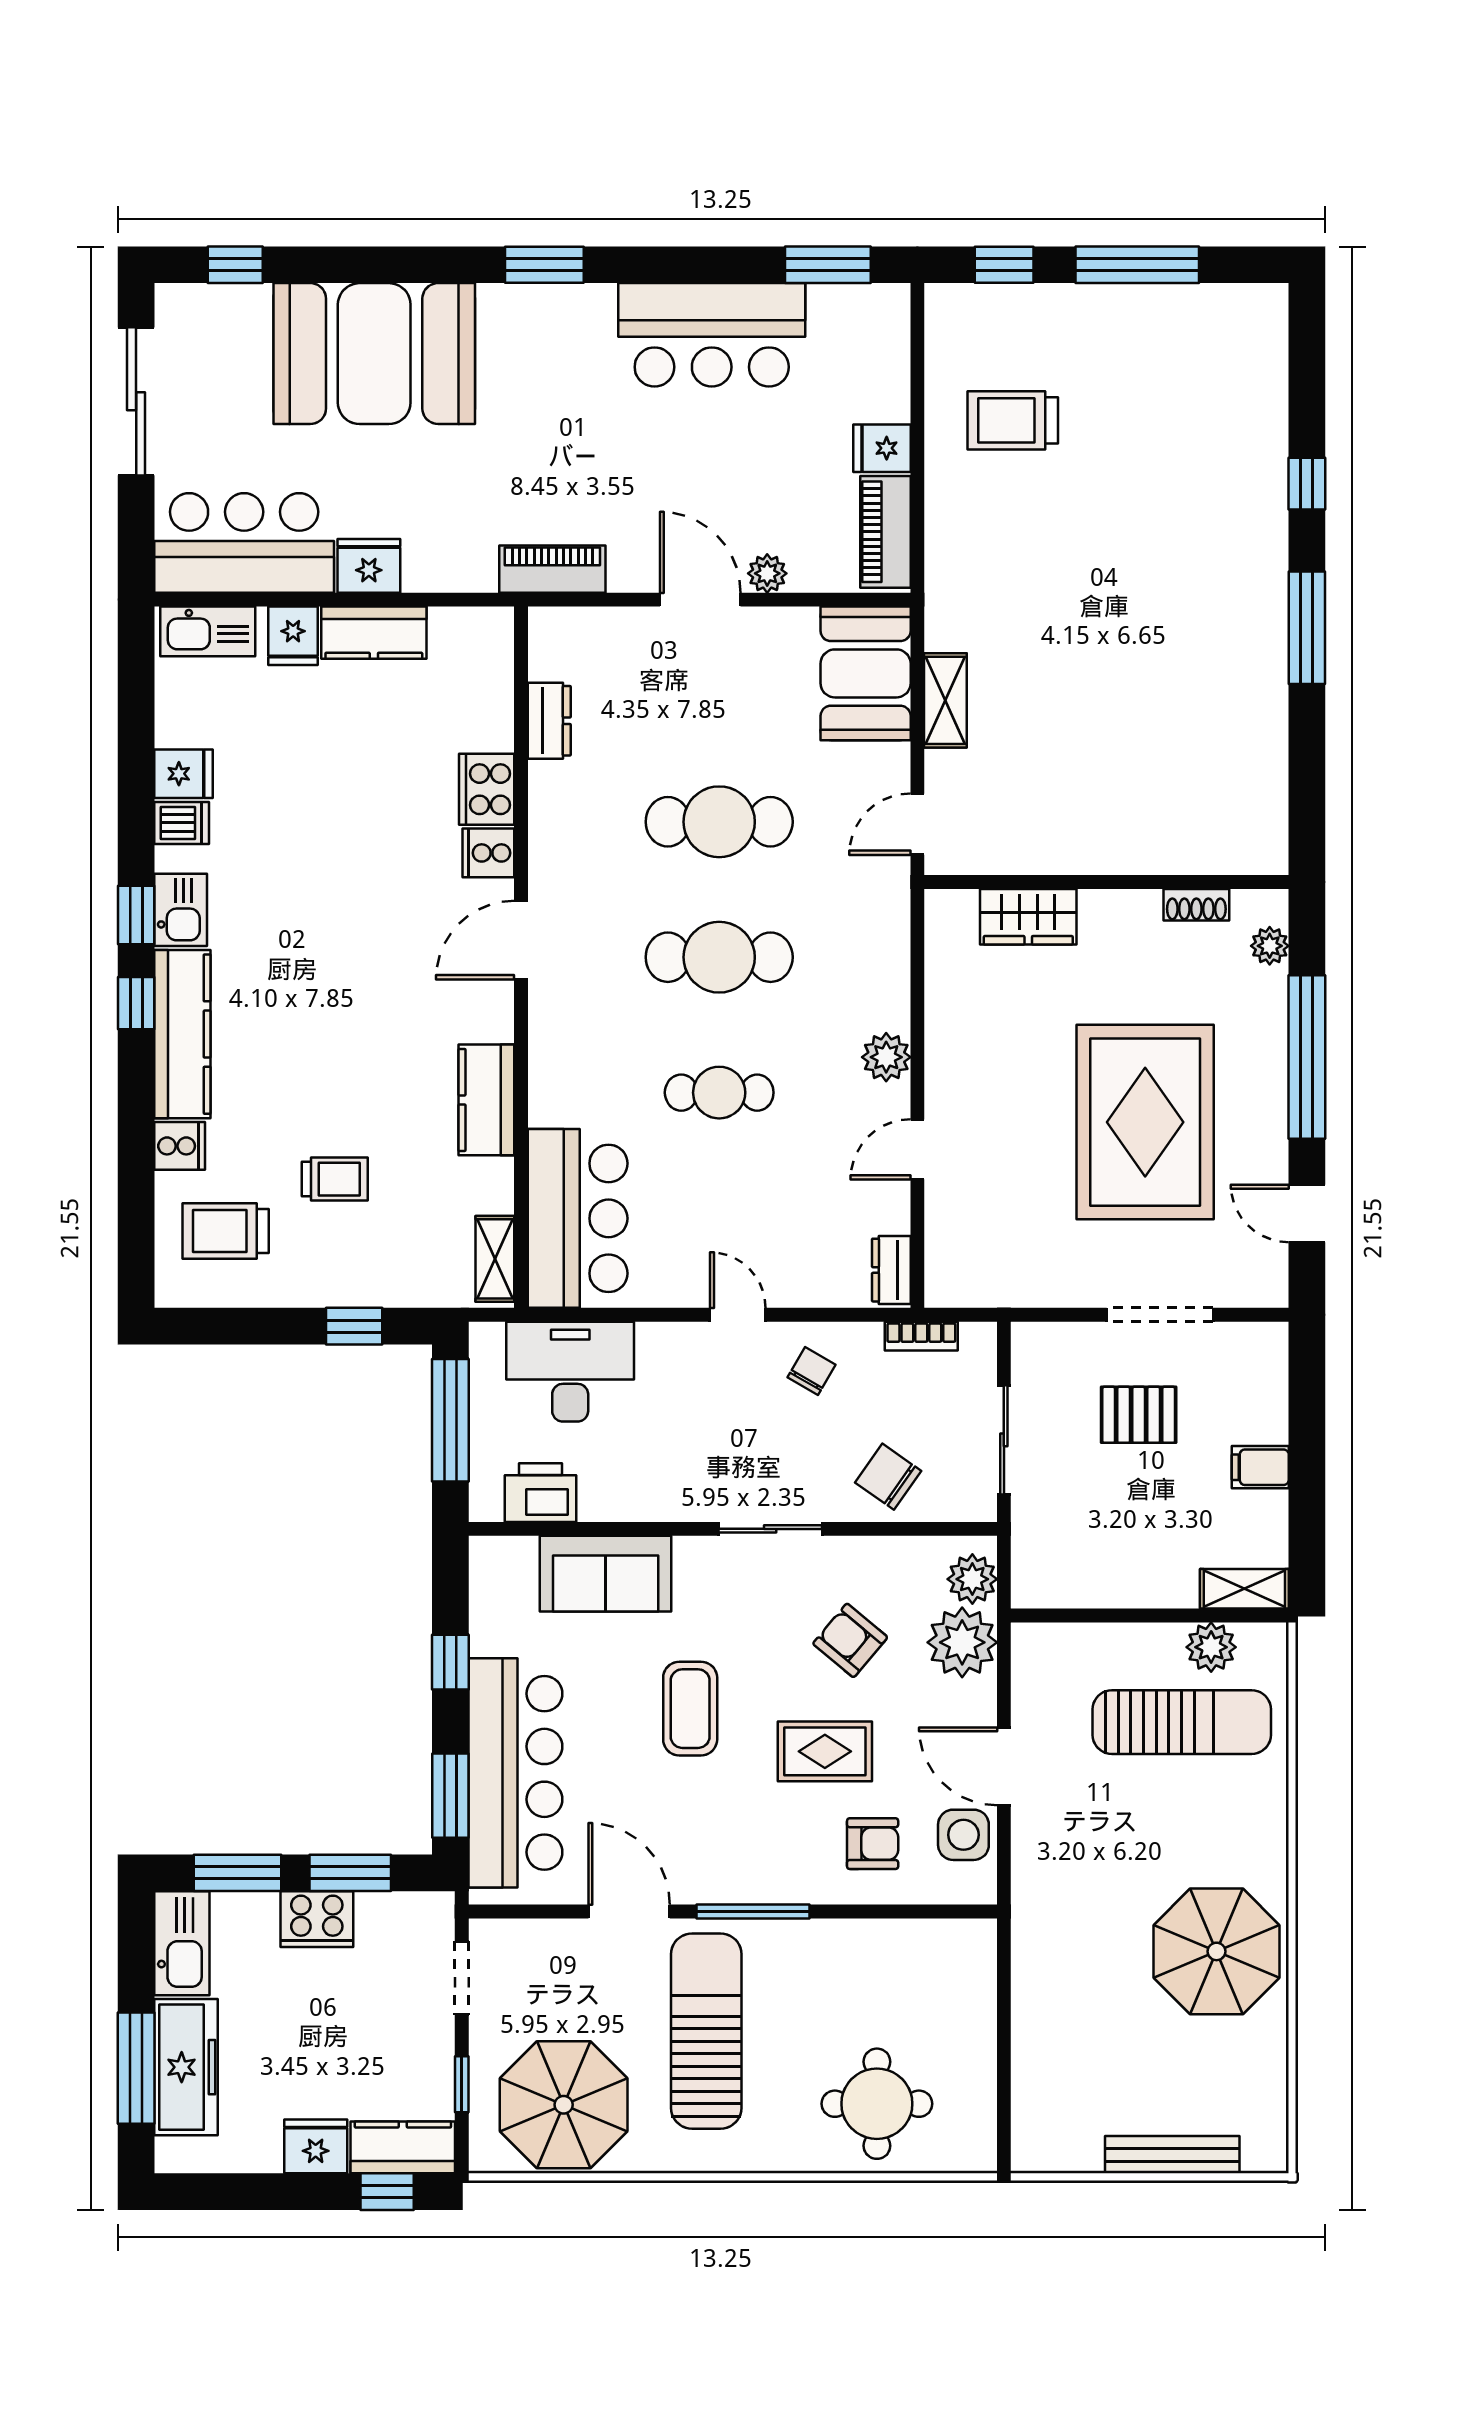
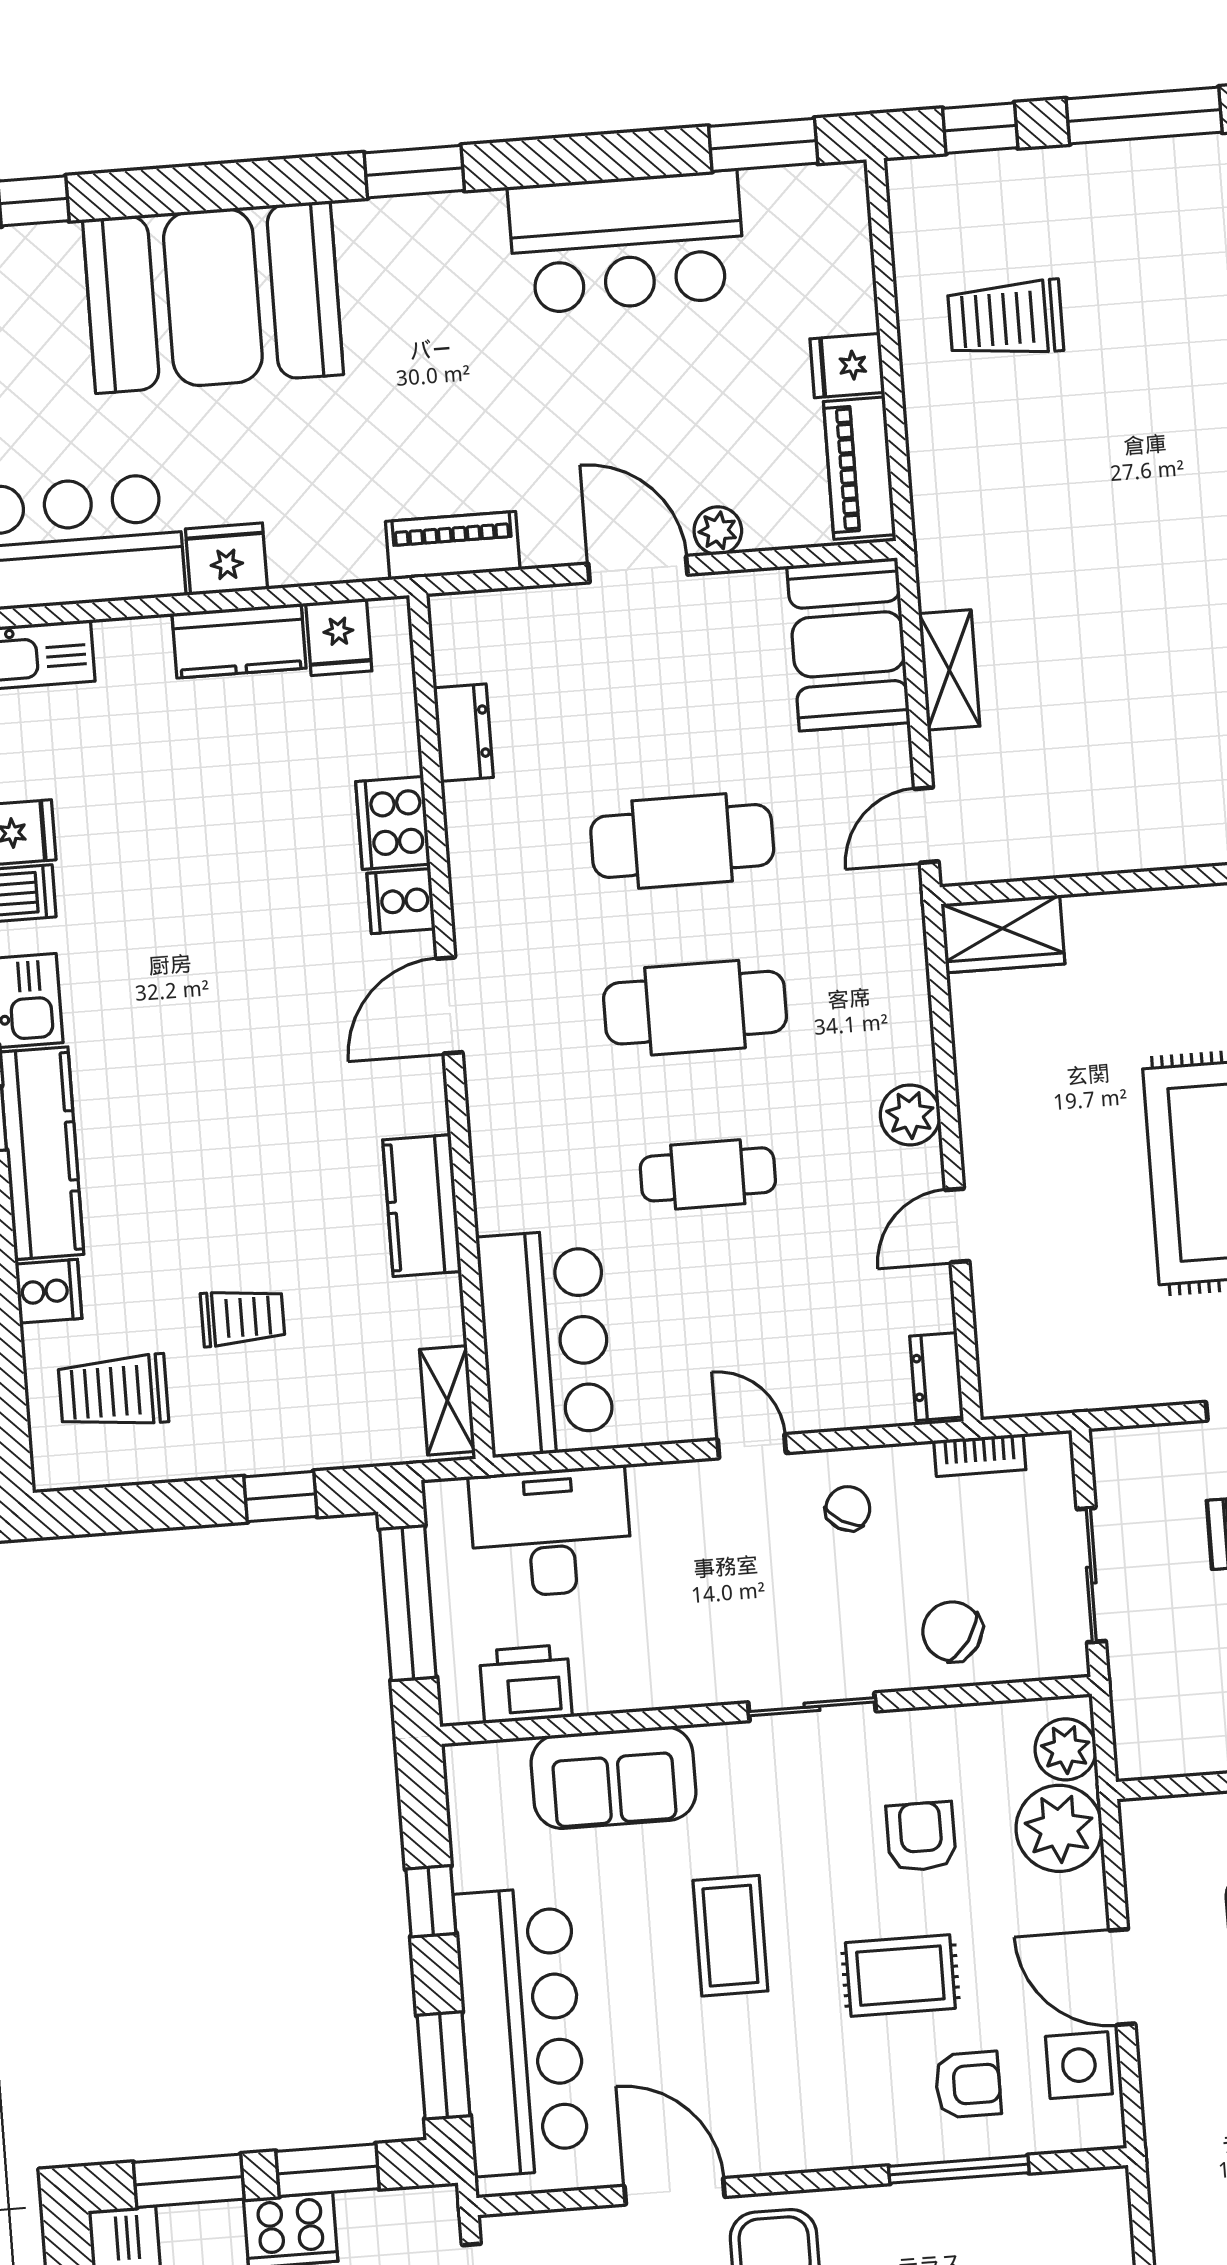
fridge: (293, 636) -> (339, 637), moved
wardrobe: (1028, 917) -> (1003, 934), moved
armchair: (850, 1640) -> (921, 1837), turned 50
window: (753, 1912) -> (959, 2169), moved

